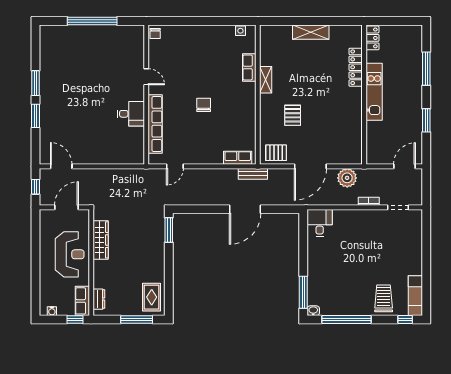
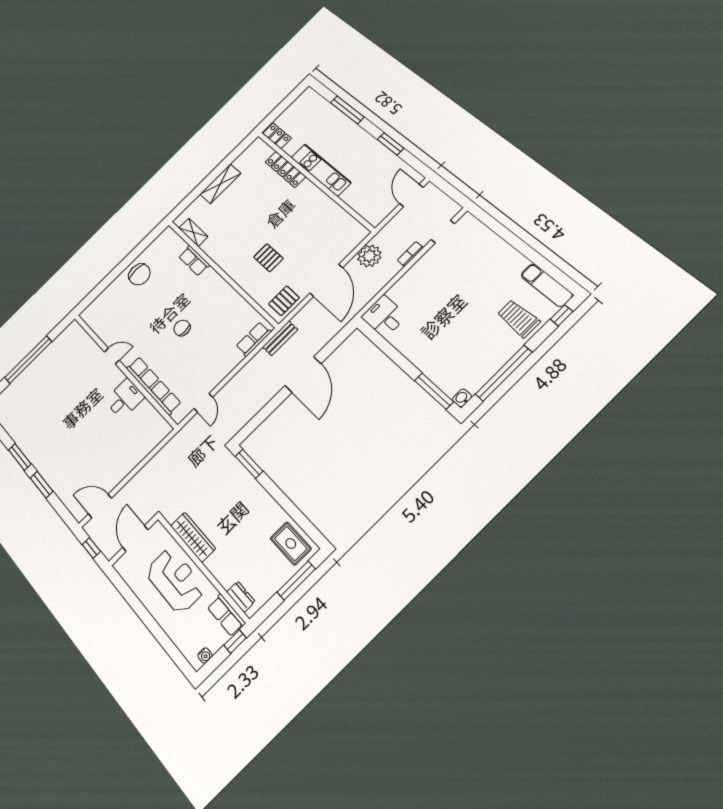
side table: (240, 31) -> (160, 242), removed
chair: (155, 34) -> (140, 274), moved, width x1.87, depth x1.87
shelving: (266, 80) -> (193, 232), moved

